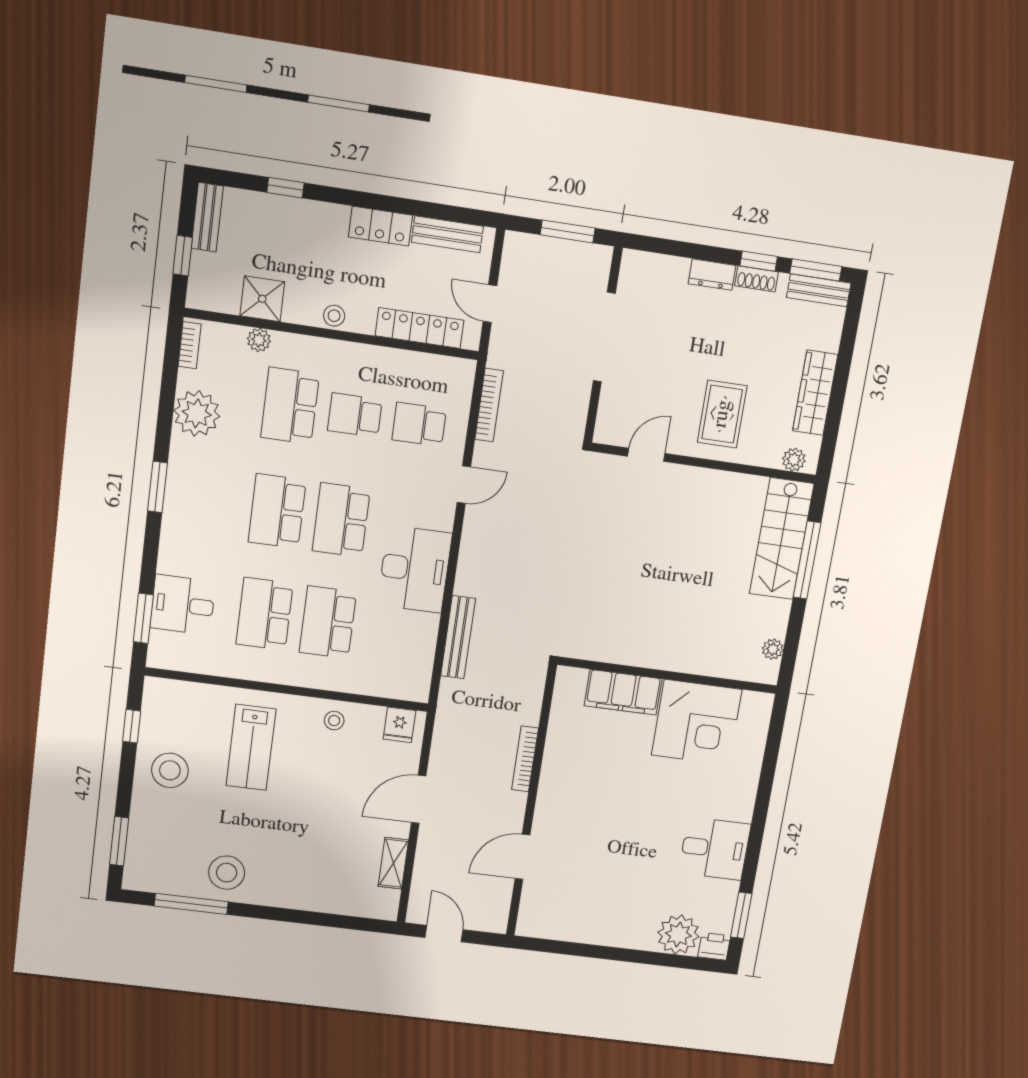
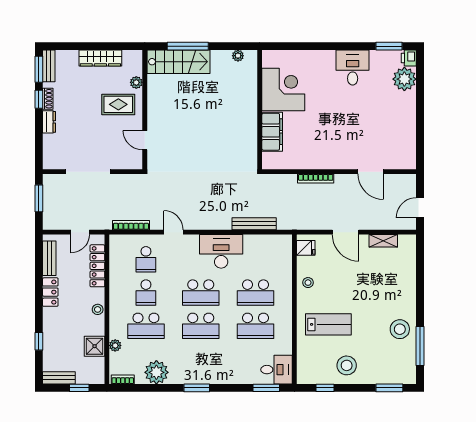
plant: (794, 460) -> (136, 82), moved
desk: (183, 605) -> (277, 370), moved, turned -90

